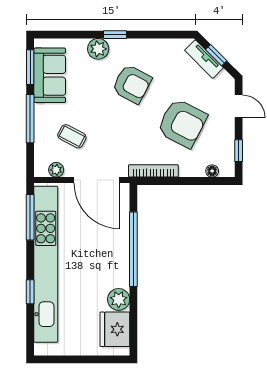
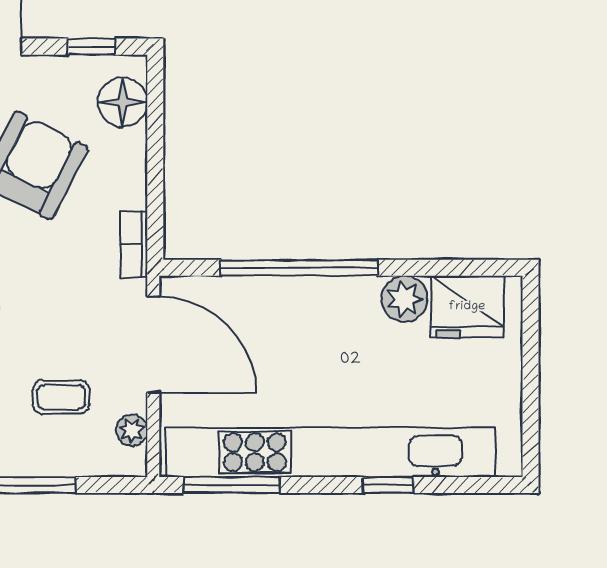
coffee table: (72, 136) -> (61, 397), turned 62
bookcase: (153, 171) -> (134, 244), width x0.64
floor lamp: (212, 171) -> (123, 102), width x1.89, depth x1.89
door: (97, 180) -> (153, 345), hinge flipped

